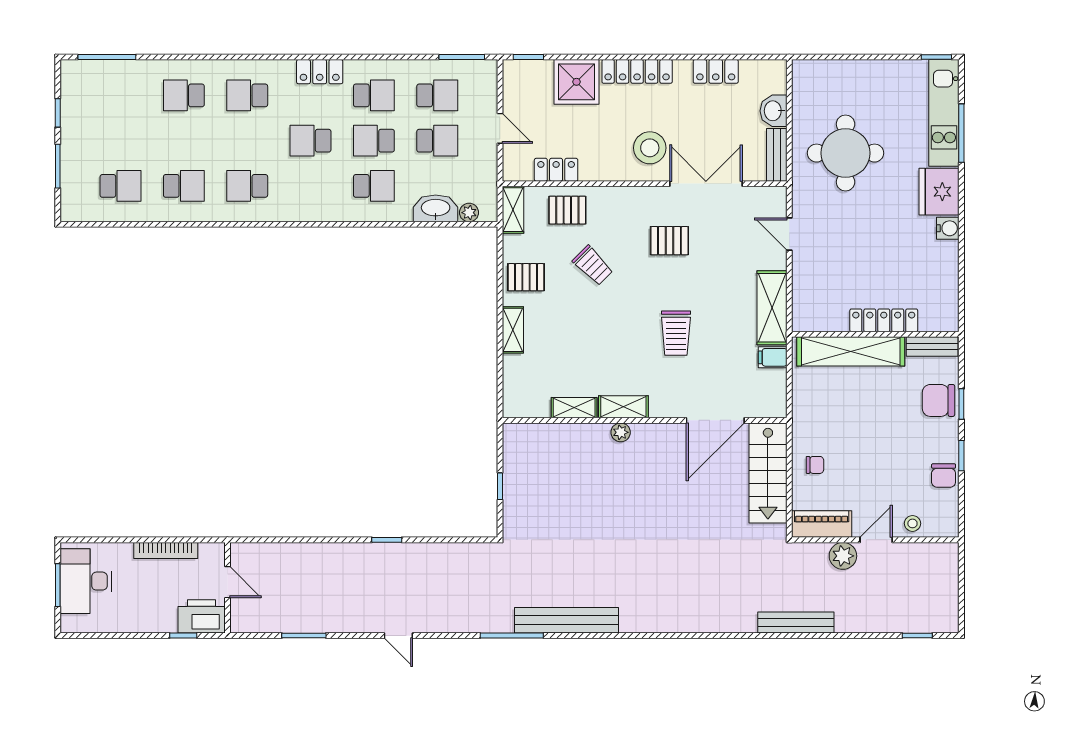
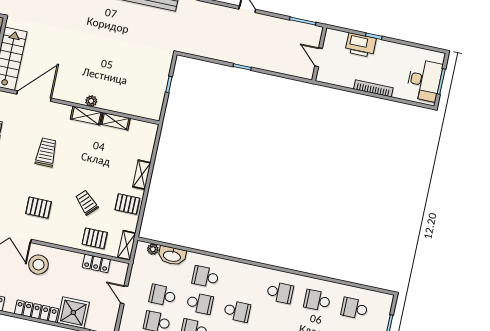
door: (227, 582) -> (319, 57), moved
wall: (227, 588) -> (319, 54), moved

